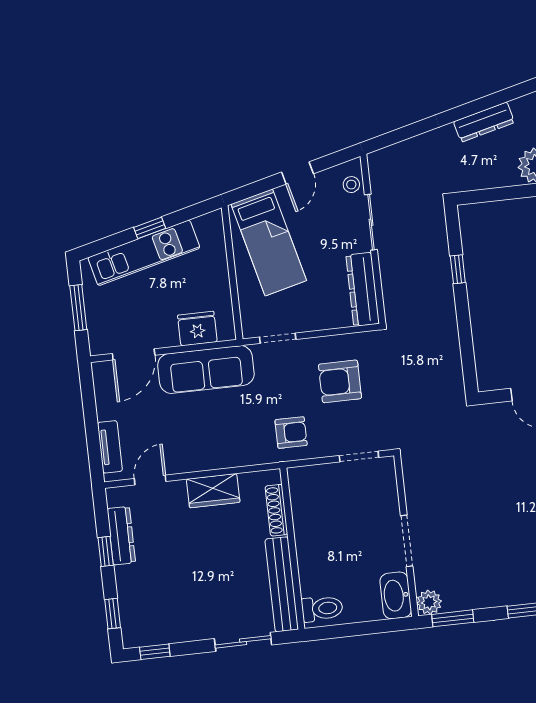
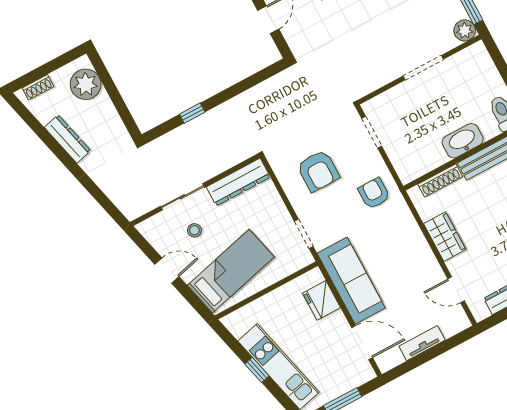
stool: (351, 185) -> (194, 230), moved
tv unit: (110, 447) -> (422, 343), moved
washbasin: (396, 595) -> (463, 141), moved, turned 180

